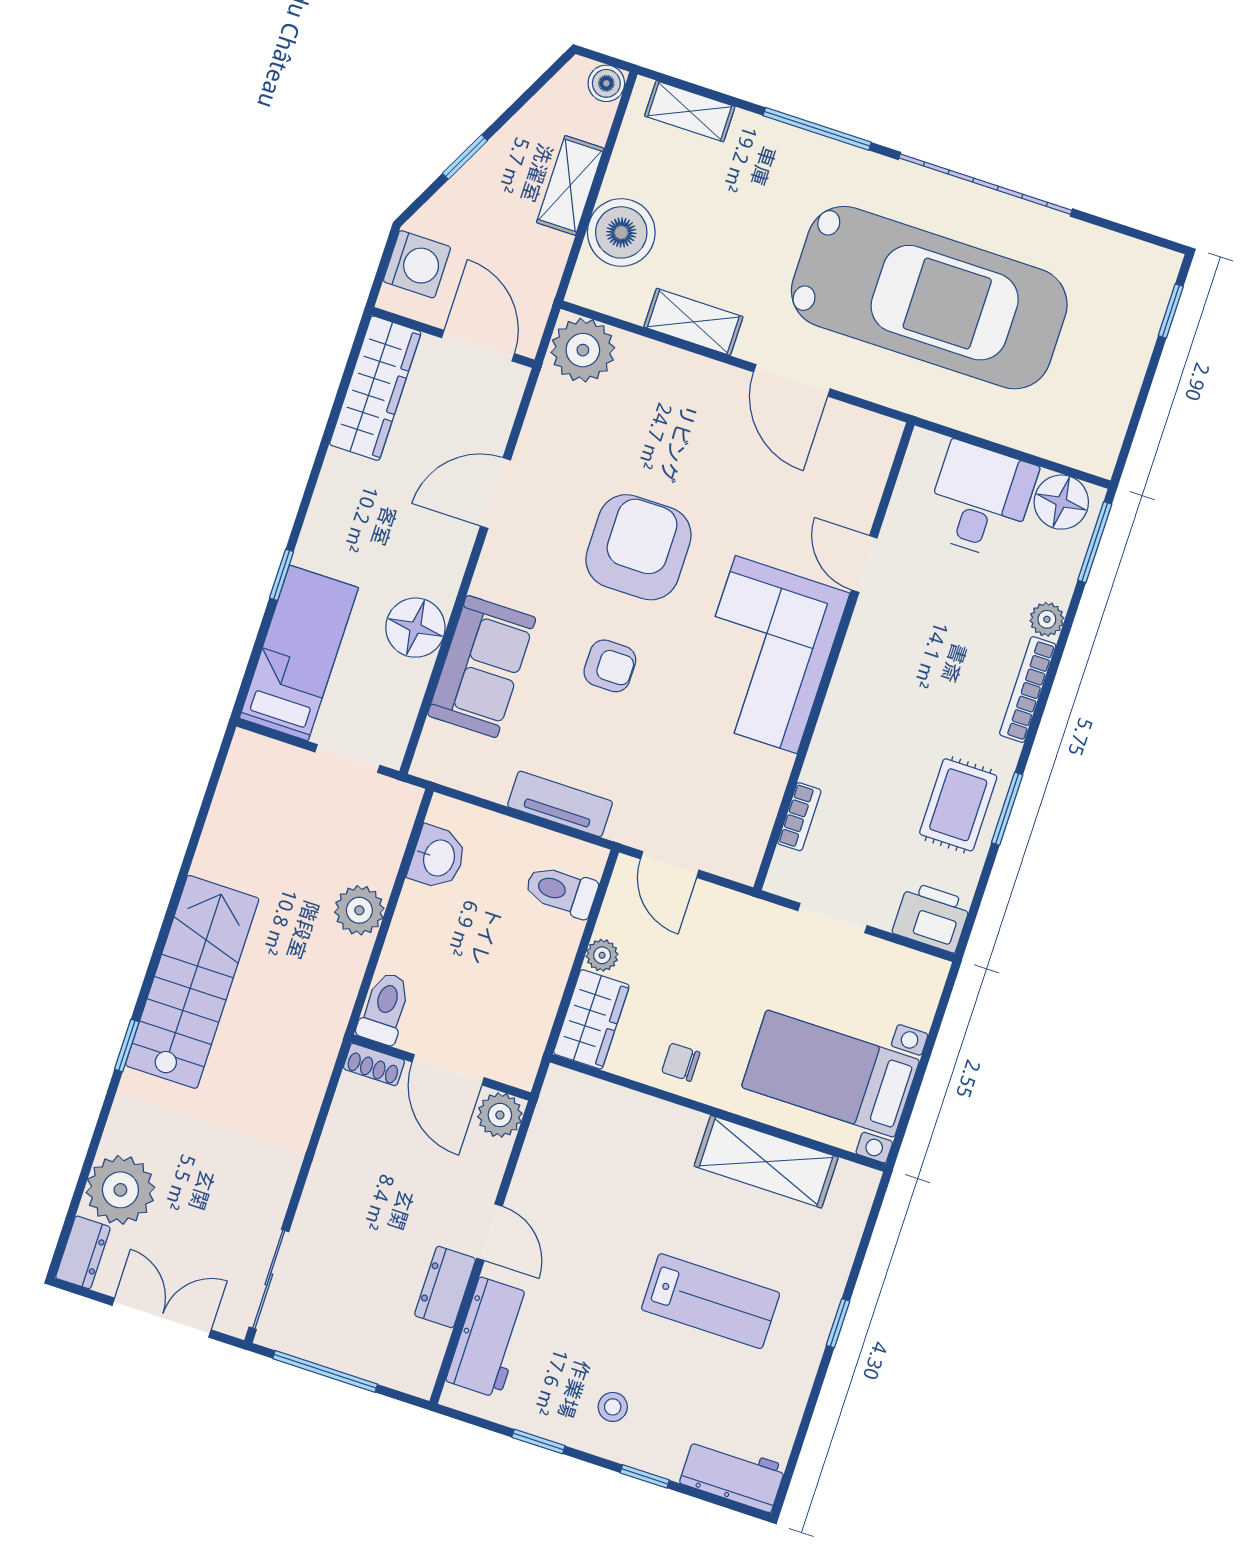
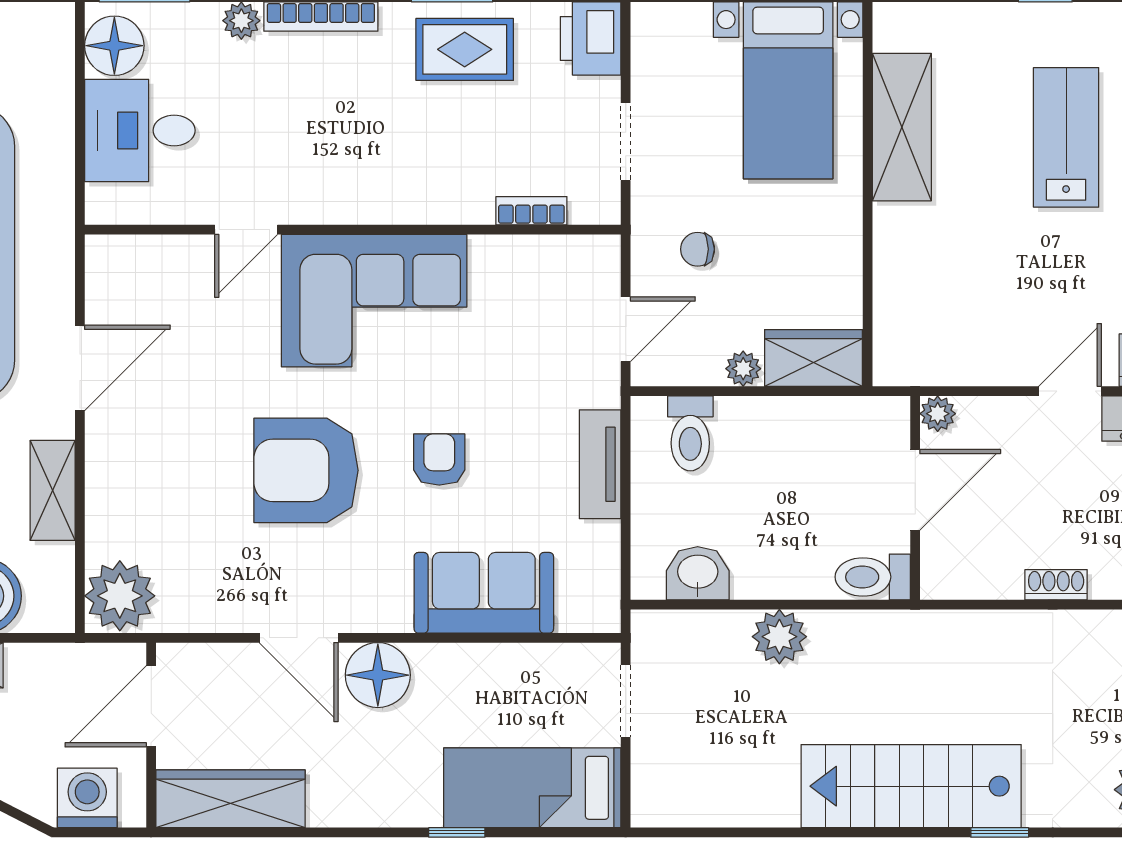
floor lamp: (415, 628) -> (378, 675), moved
chair: (681, 1062) -> (698, 249), moved, turned 90
shoe rack: (374, 1065) -> (1056, 585), moved, turned -90
plant: (500, 1115) -> (938, 414), width x0.73, depth x0.73

